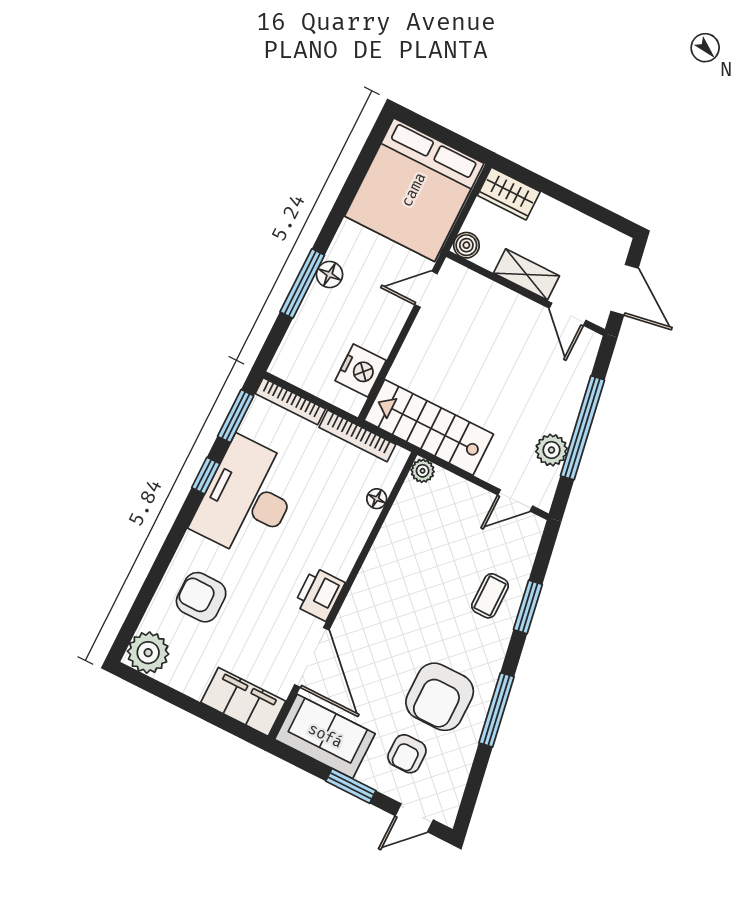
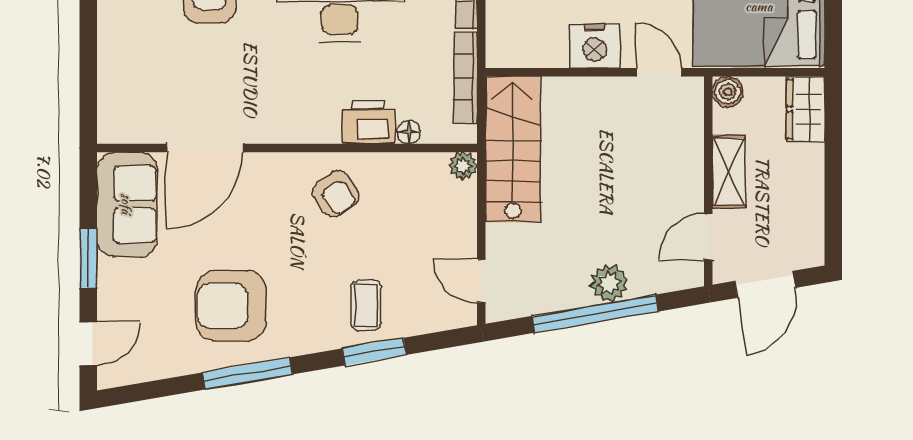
nightstand: (361, 371) -> (595, 46), moved
plant: (551, 450) -> (609, 283), moved
printer: (319, 594) -> (368, 122), moved
coffee table: (490, 596) -> (366, 305), turned 90
filing cabinet: (243, 702) -> (120, 99), removed
armchair: (407, 754) -> (336, 194), moved, turned -125
door: (414, 818) -> (88, 344), swing flipped

